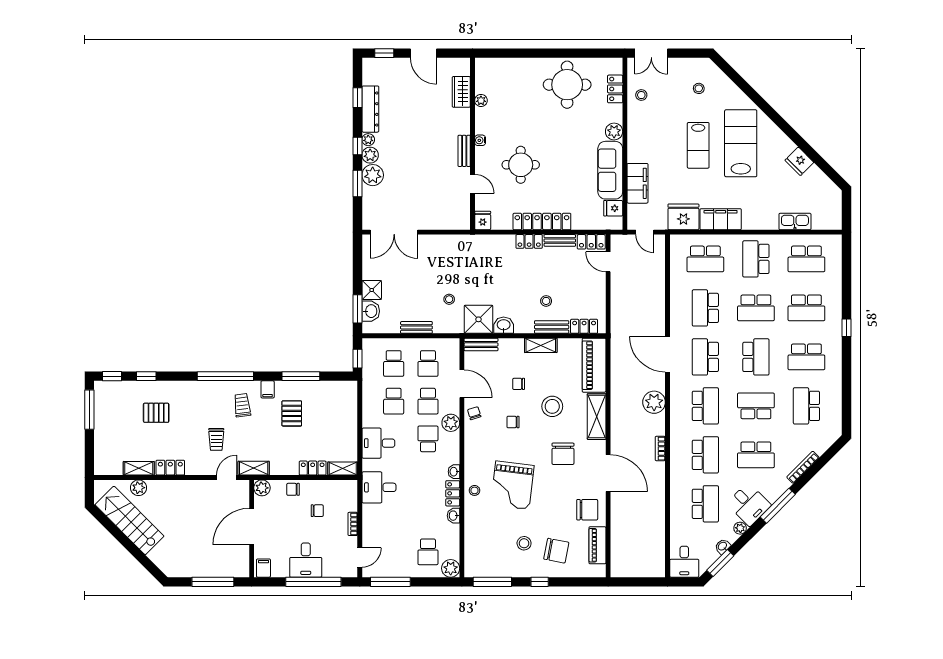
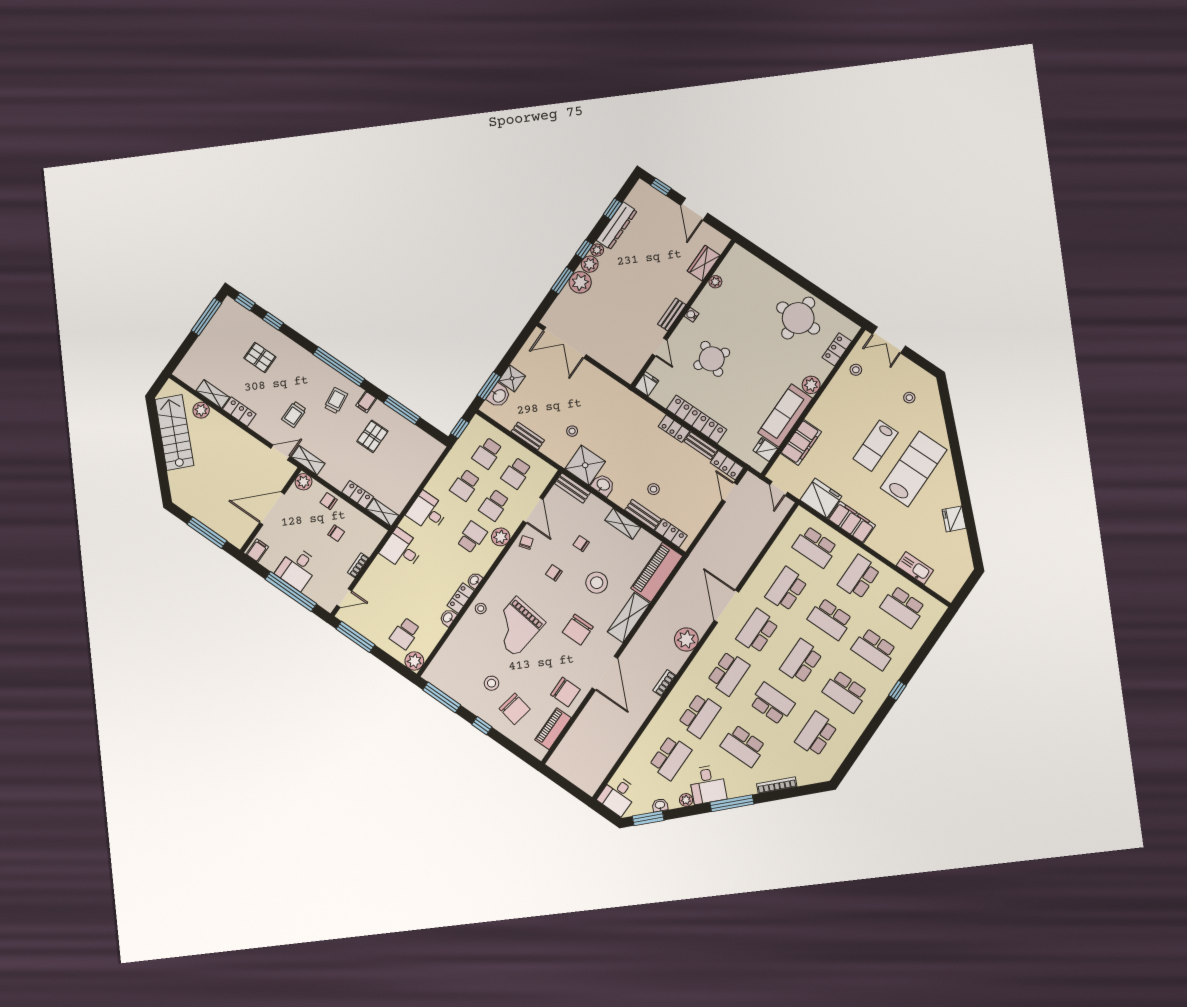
round table: (521, 165) -> (712, 359), turned 30
school desk: (756, 357) -> (801, 661), turned 180

